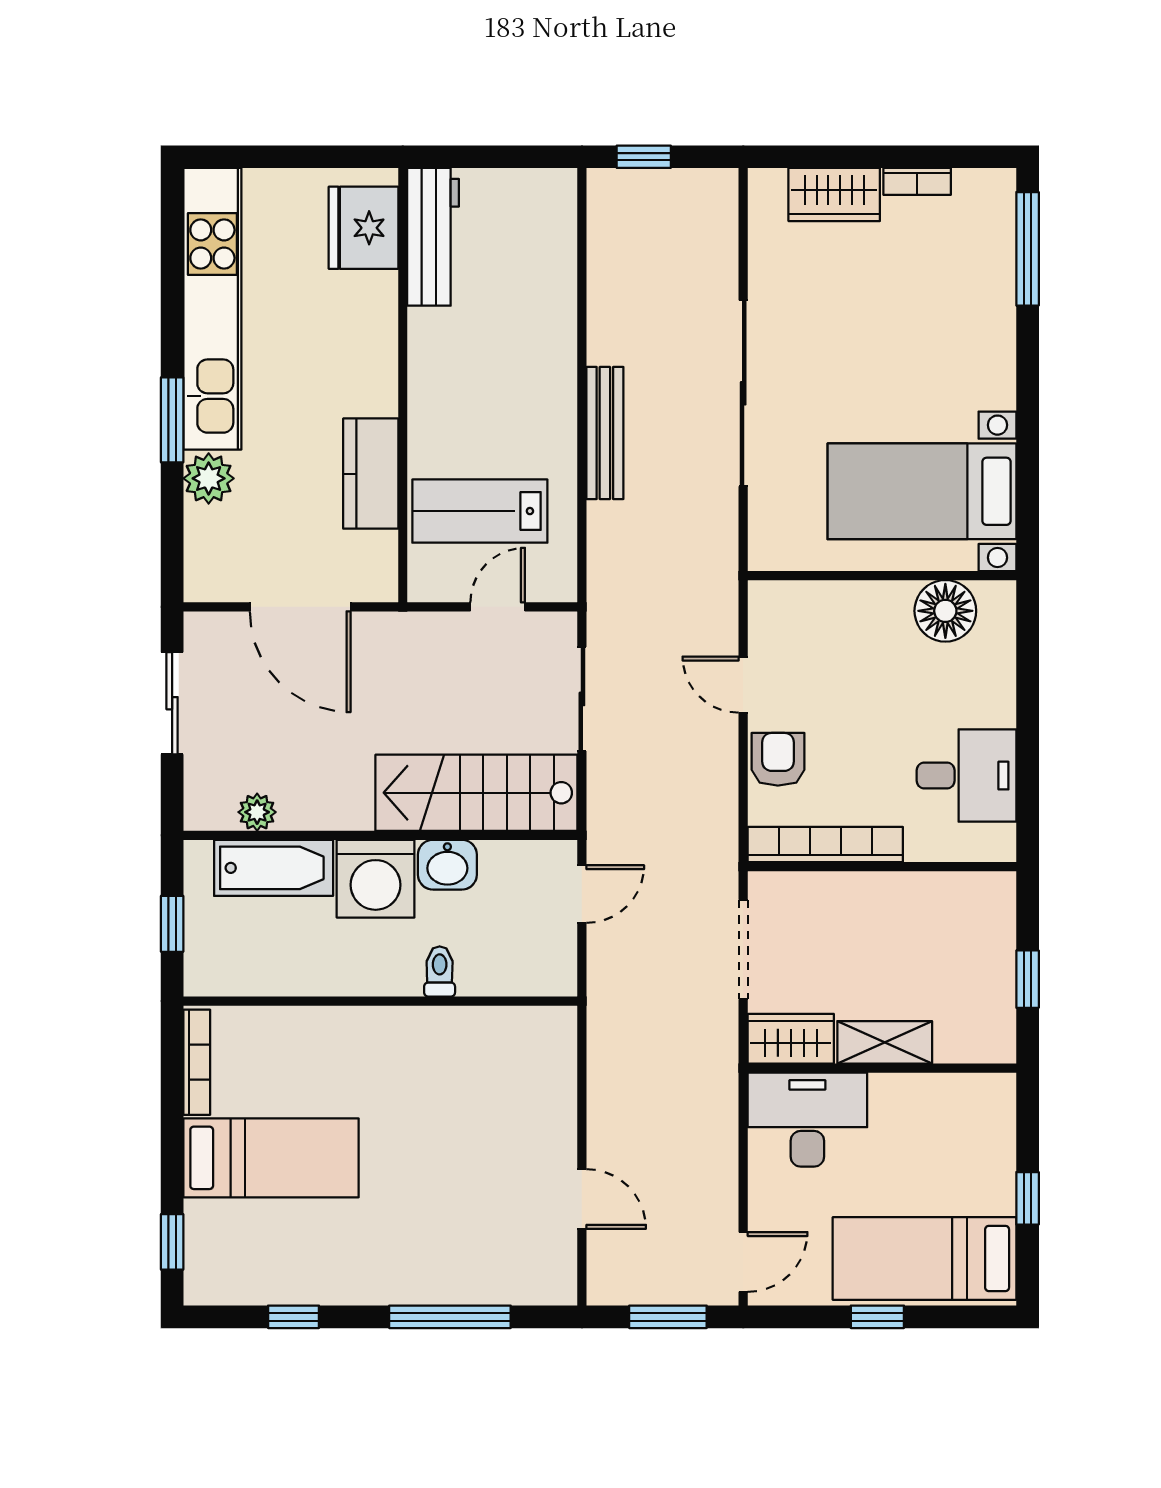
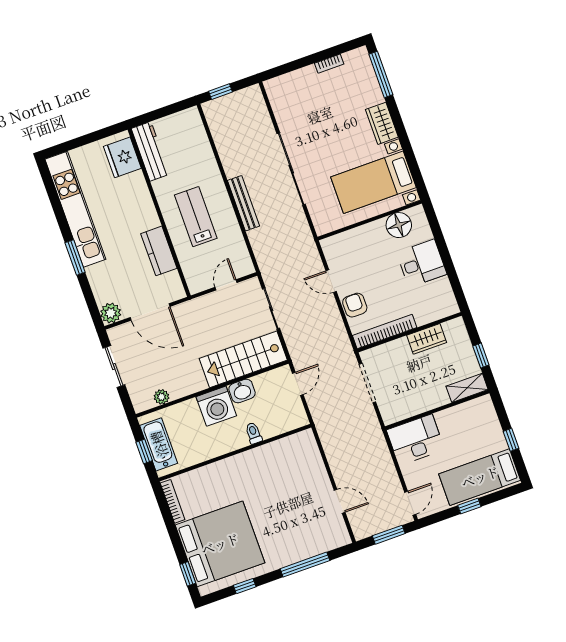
wardrobe: (834, 194) -> (382, 123), moved, turned 90
plant: (209, 478) -> (111, 313), moved
lab bench: (480, 511) -> (196, 217), moved, turned 90
desk: (967, 776) -> (422, 263), moved
bathtub: (274, 868) -> (159, 444), moved, turned -90
wardrobe: (791, 1039) -> (427, 339), moved, turned 180
shelving: (885, 1042) -> (467, 388), moved
bed: (271, 1158) -> (220, 544), width x2.04

